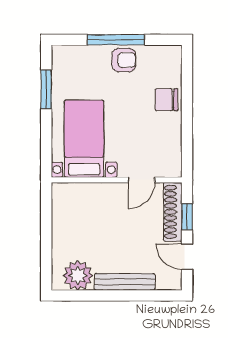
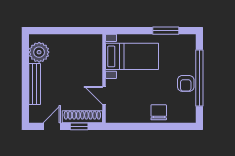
window: (116, 40) -> (199, 78), width x1.46

